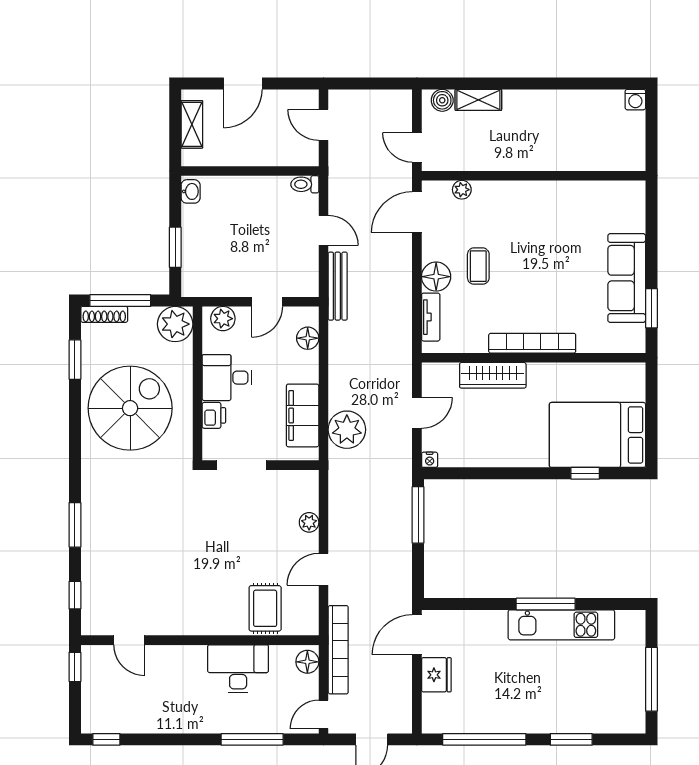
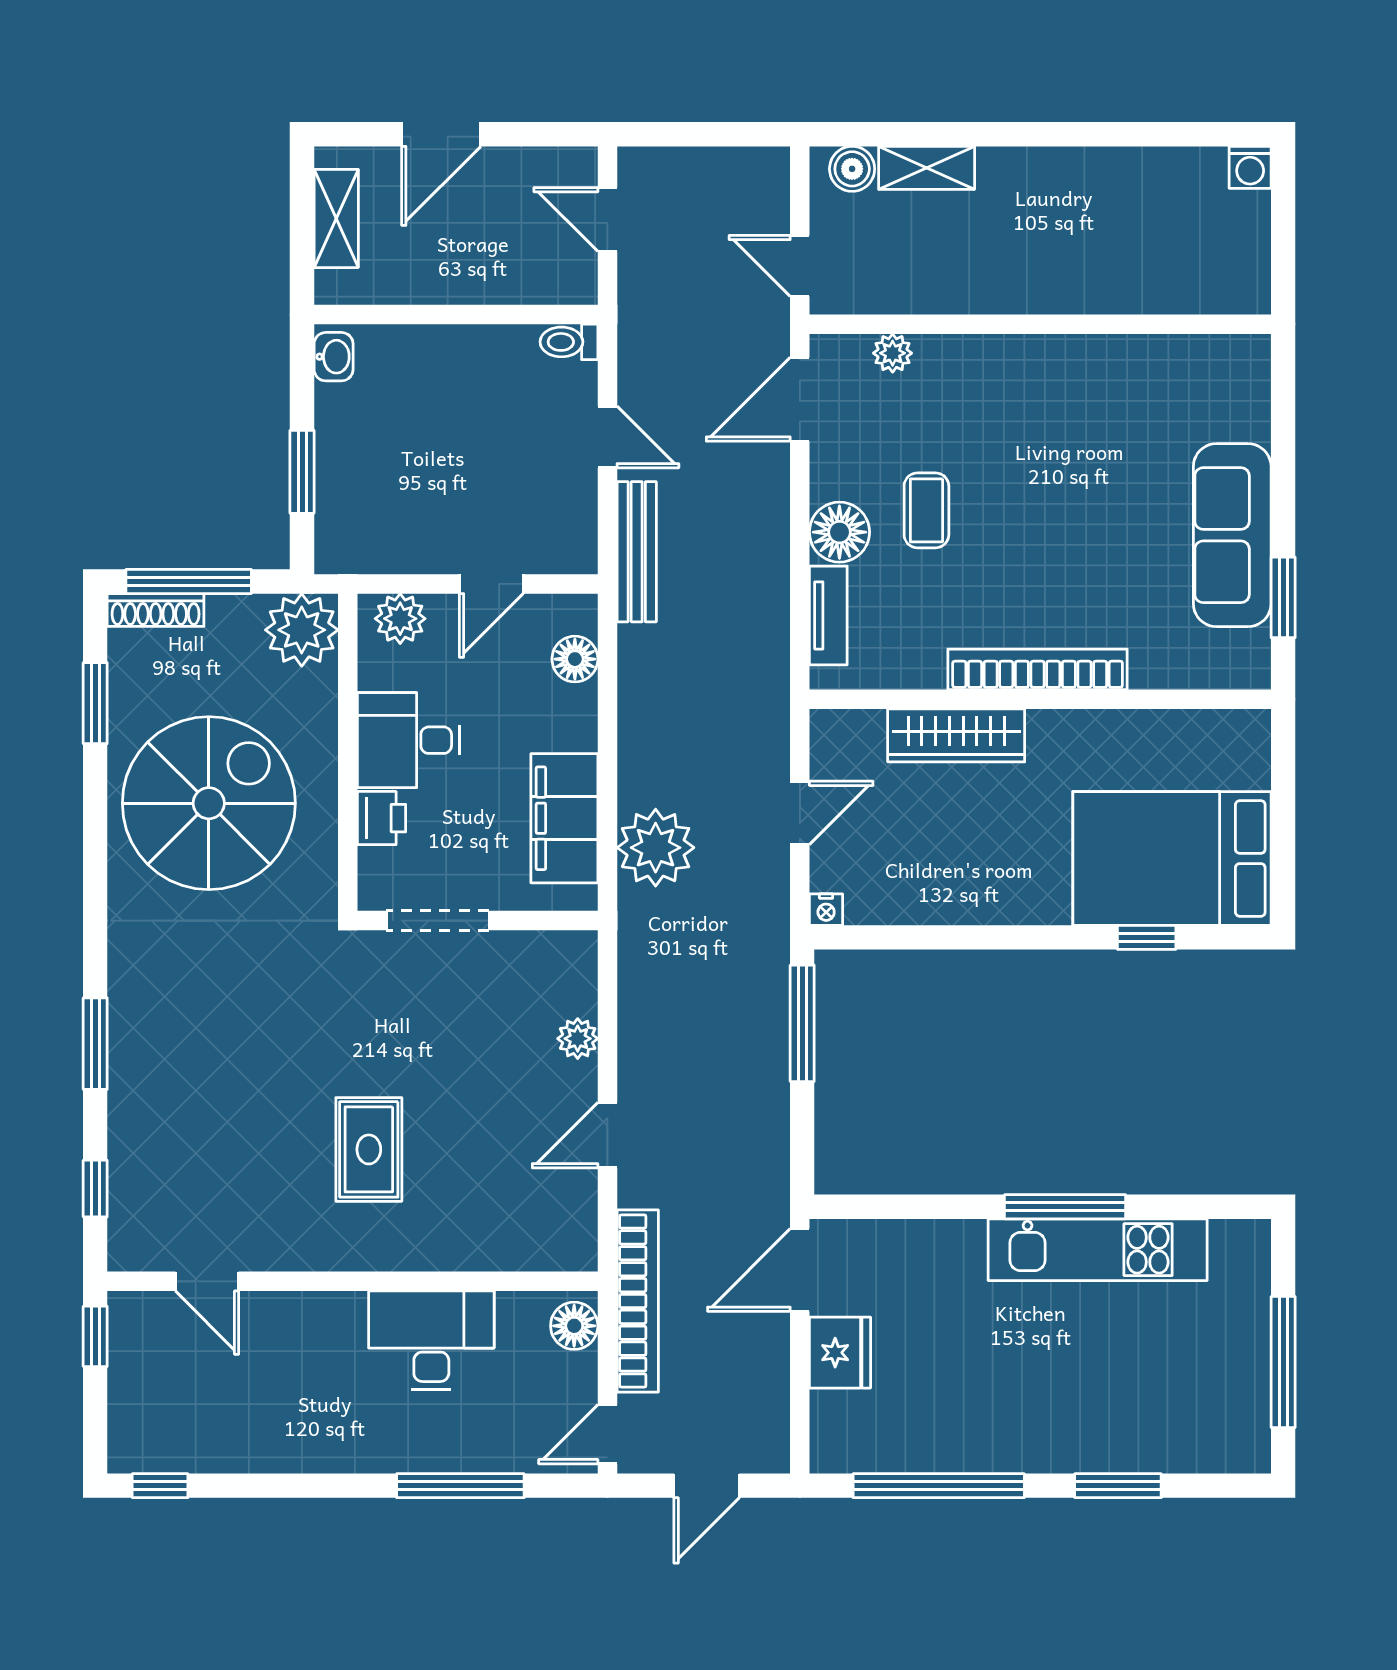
rug: (265, 608) -> (369, 1149), moved

